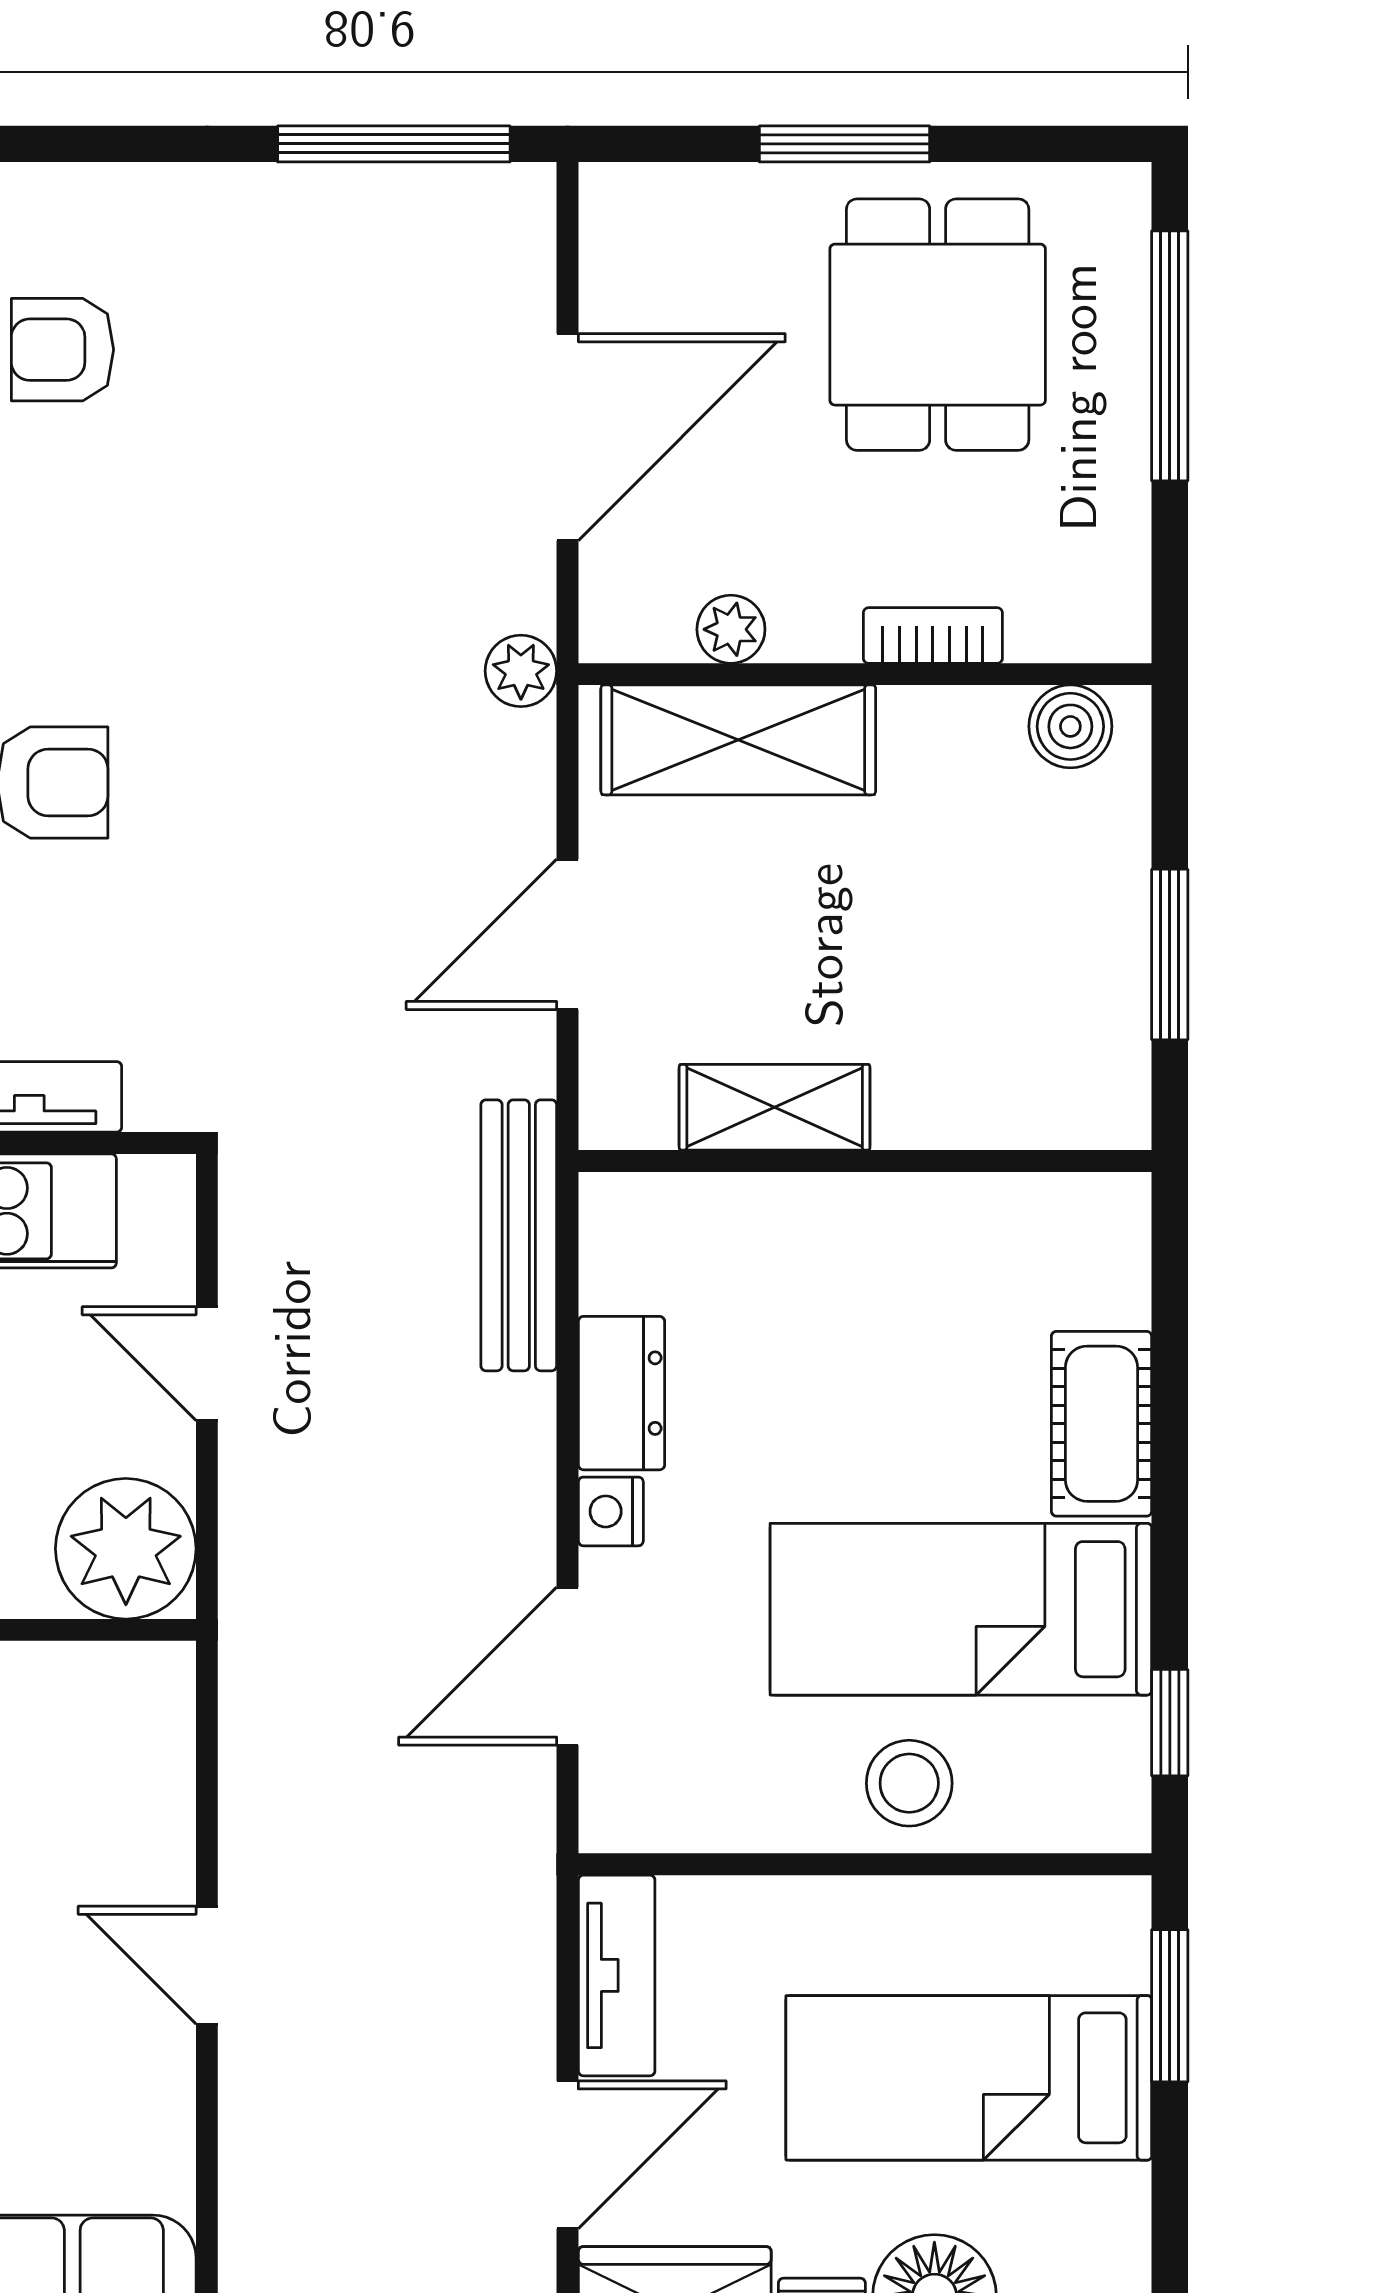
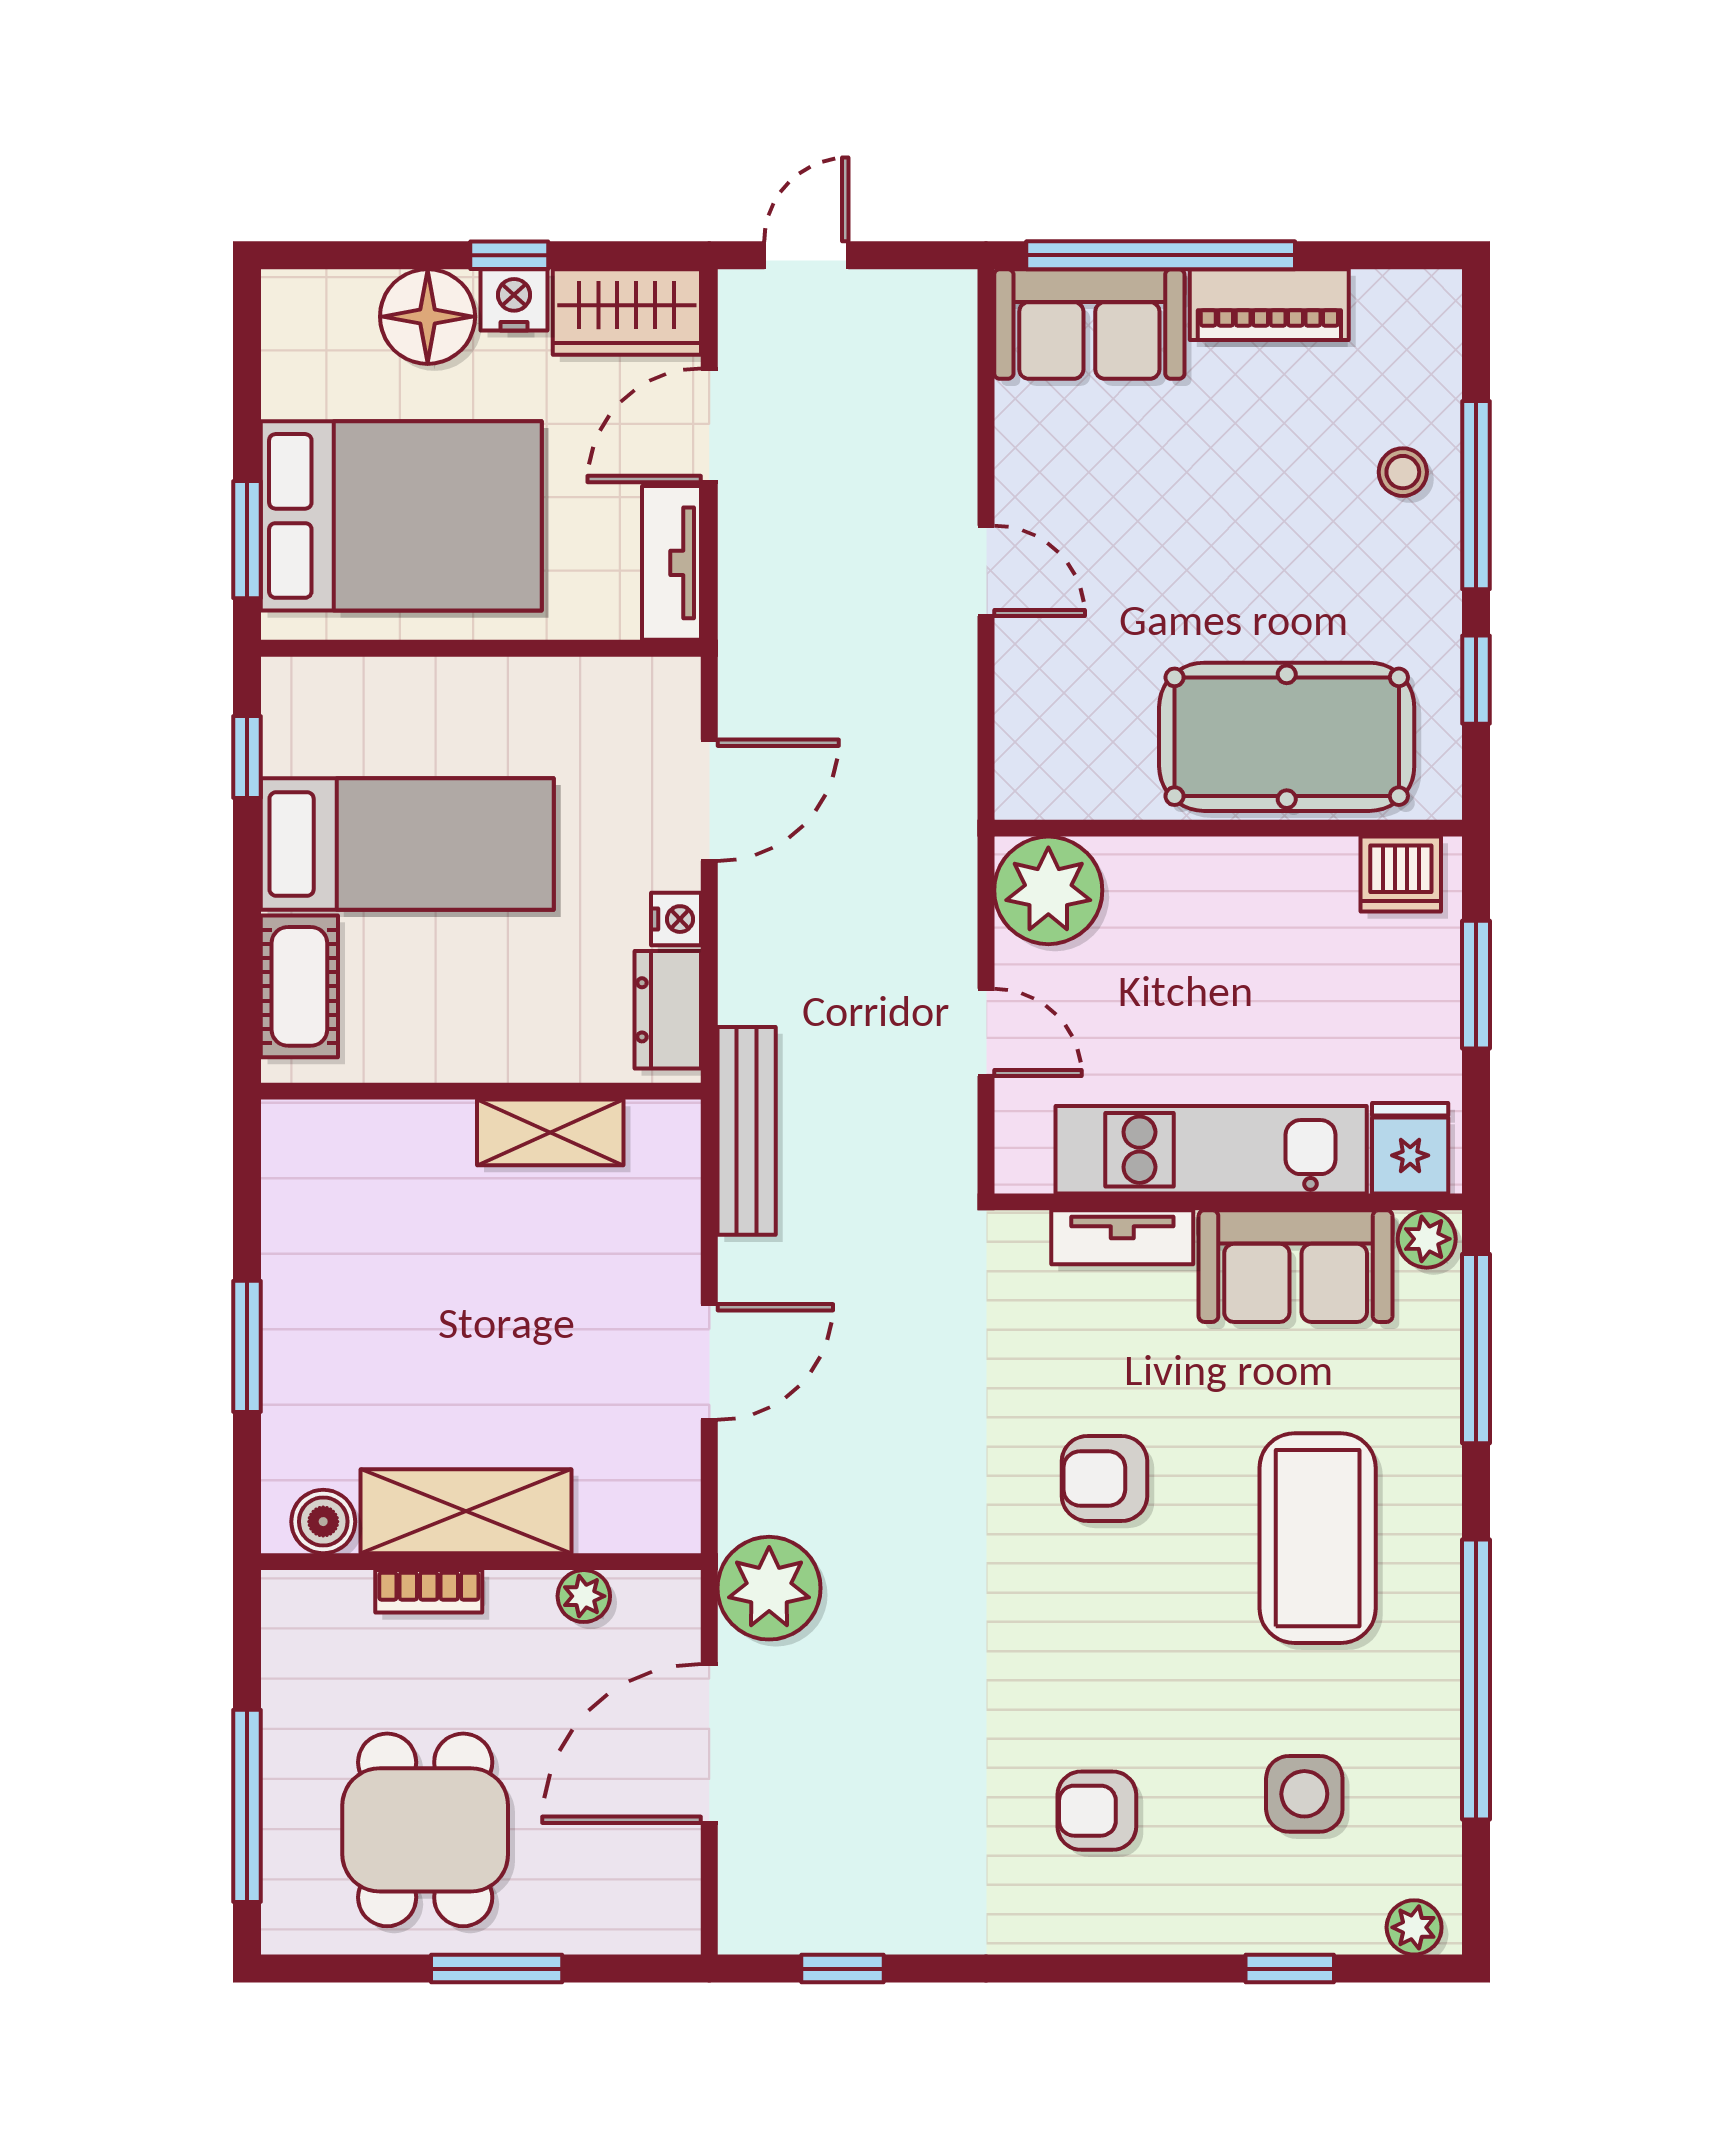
window: (394, 144) -> (843, 1969), width x0.46
armchair: (62, 350) -> (1097, 1811), turned 180
plant: (521, 671) -> (769, 1588), width x1.88, depth x1.88
shelving: (738, 740) -> (466, 1511), moved
shelving: (775, 1107) -> (550, 1132), moved
wall: (865, 1161) -> (481, 1091), moved
stool: (909, 1783) -> (447, 710), removed
bed: (969, 2078) -> (401, 516), width x1.50

